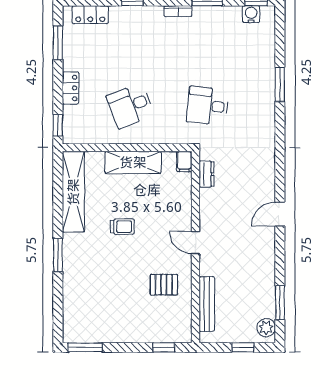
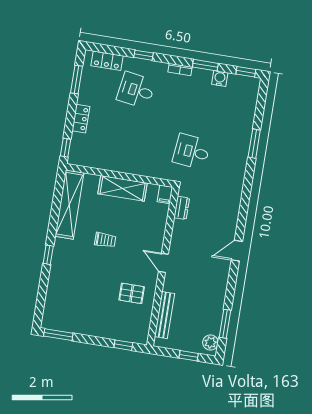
water cooler: (251, 14) -> (220, 78), moved
desk: (130, 106) -> (136, 90), moved, turned 30
window: (58, 255) -> (48, 255), width x0.67

